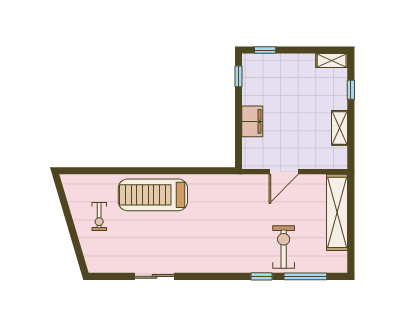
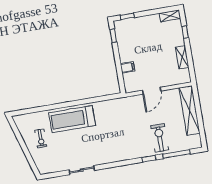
filing cabinet: (252, 121) -> (127, 67), width x0.50

